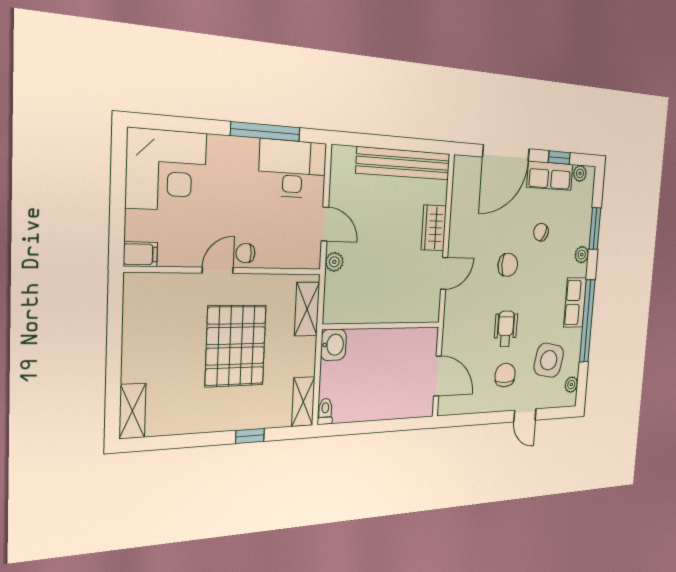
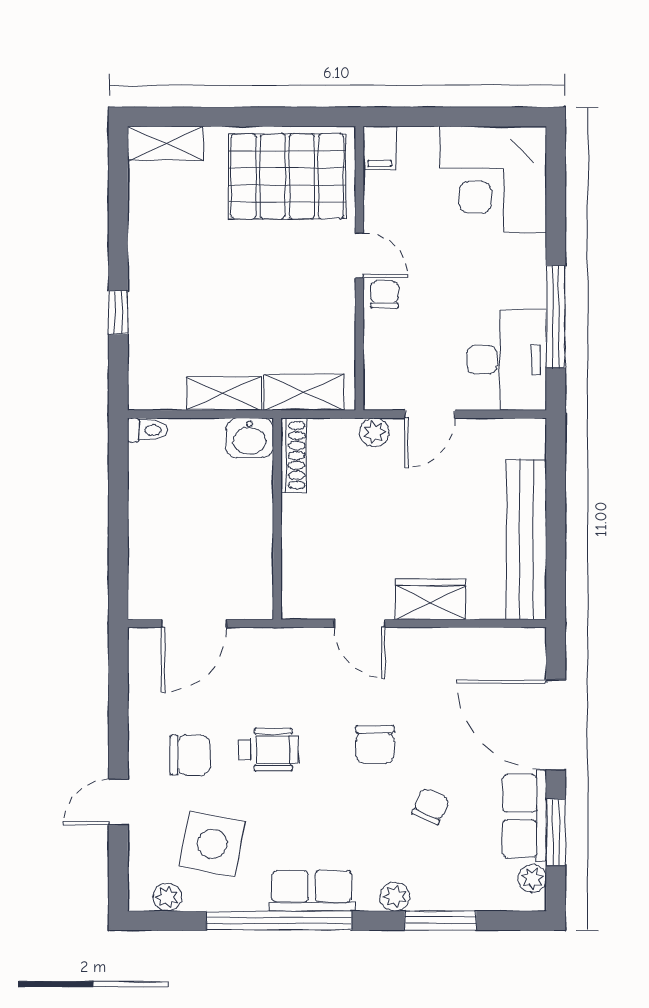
window: (559, 158) -> (556, 832), width x1.50
shoe rack: (346, 316) -> (294, 455), added
pallet: (236, 346) -> (287, 176), moved
shelving: (303, 402) -> (224, 394), moved

